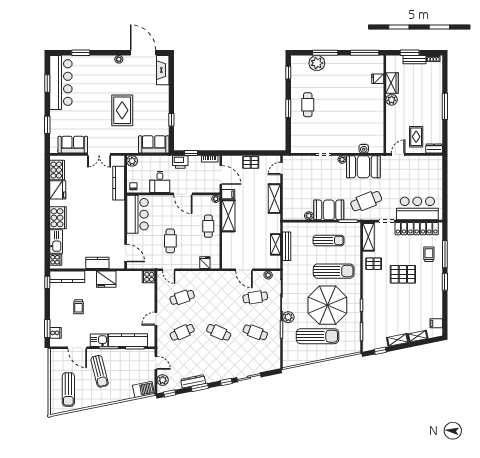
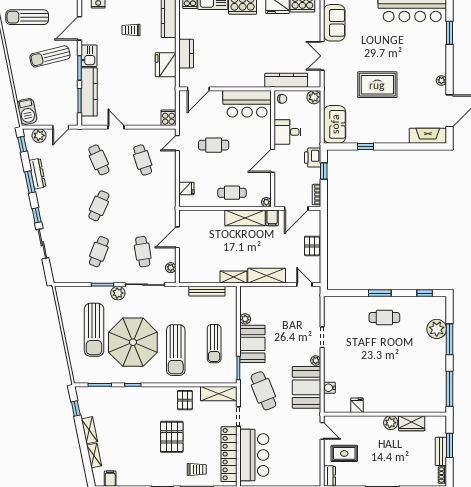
fridge: (378, 79) -> (357, 405), moved
shelving: (275, 244) -> (234, 277), moved

